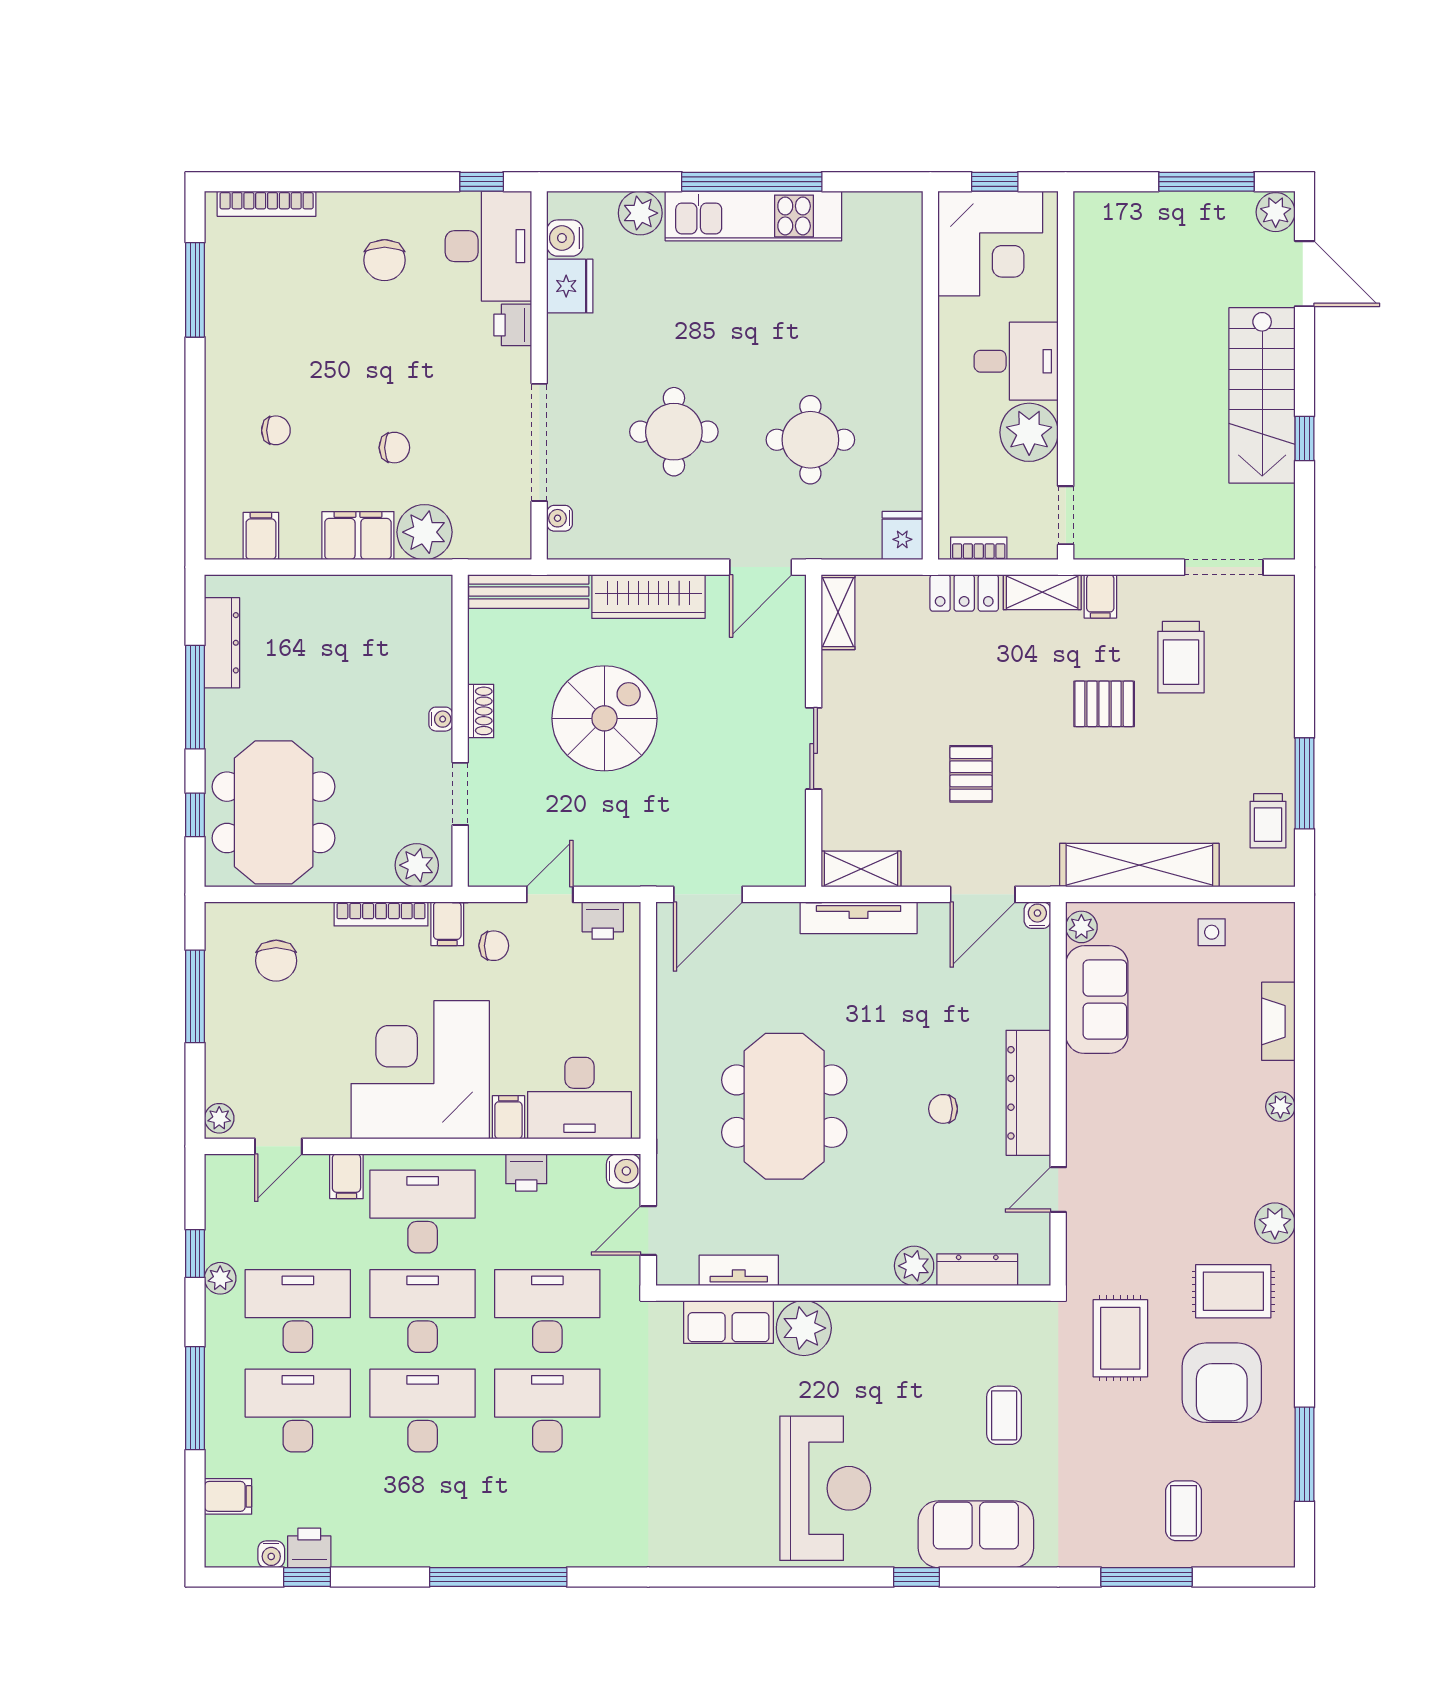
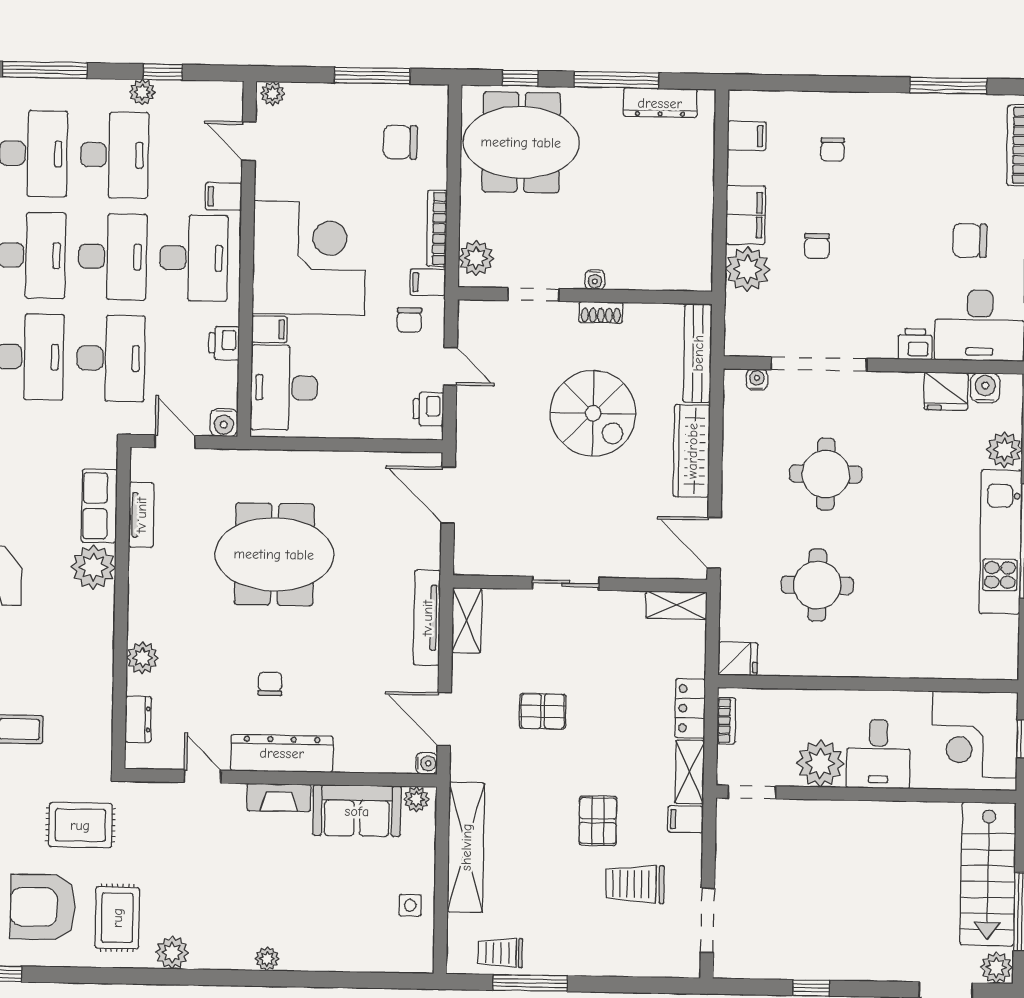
stairs: (1262, 395) -> (988, 874), moved, turned -90
fireplace: (1278, 1021) -> (279, 798), moved, turned 180
dresser: (977, 1270) -> (138, 719), width x0.70

